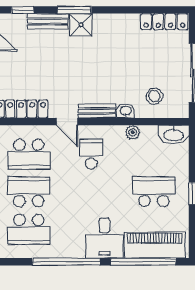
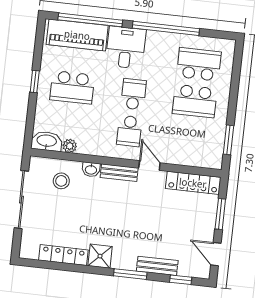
locker: (164, 22) -> (63, 255), moved
shower: (81, 25) -> (100, 256), moved
plant: (133, 132) -> (70, 146), moved
school desk: (29, 154) -> (133, 94), moved, width x0.54

